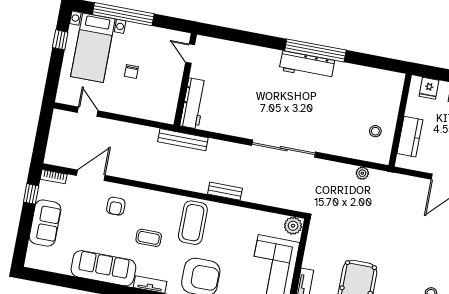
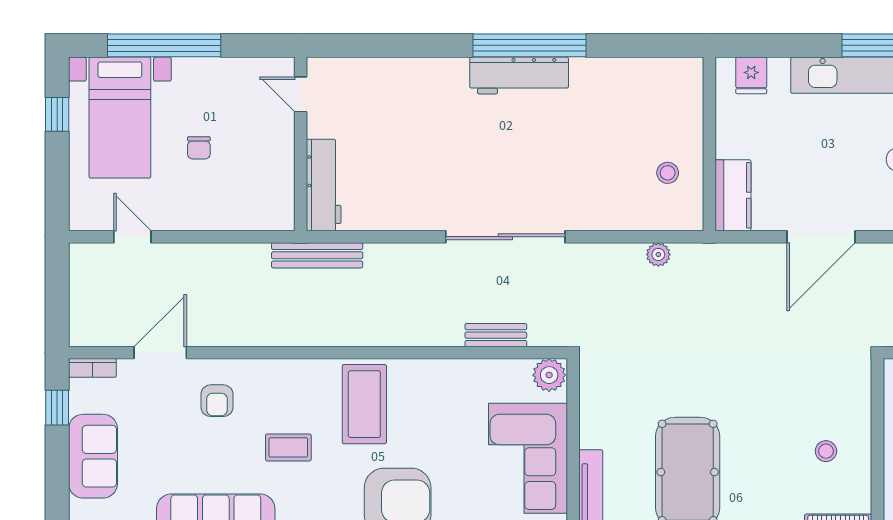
kitchen counter: (410, 137) -> (733, 195), moved
bench: (225, 191) -> (496, 335), moved

